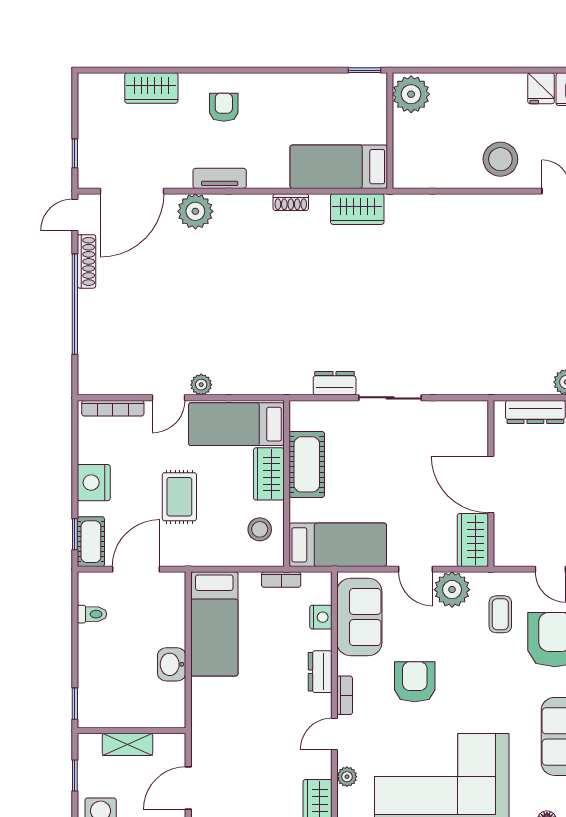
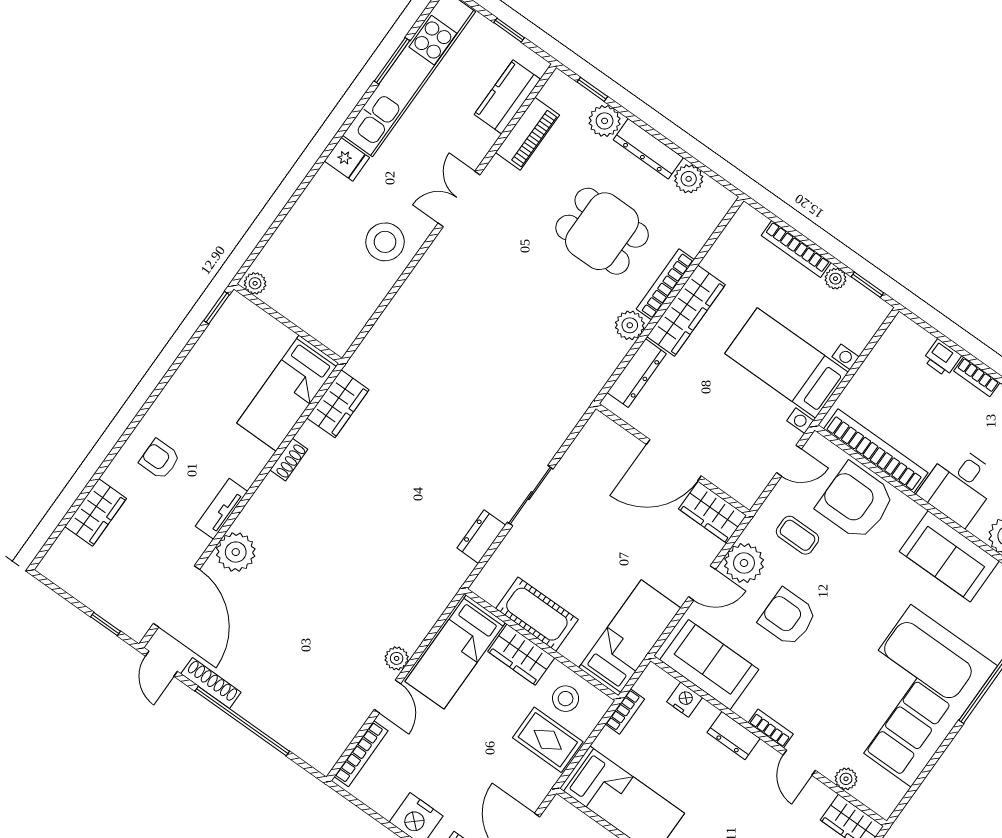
plant: (411, 94) -> (255, 283), width x0.53, depth x0.53
rug: (179, 497) -> (548, 740), moved
armchair: (415, 682) -> (788, 617), moved

